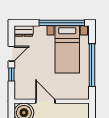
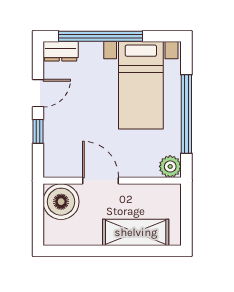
window: (62, 23) -> (101, 36), moved
plant: (83, 94) -> (170, 166), added

